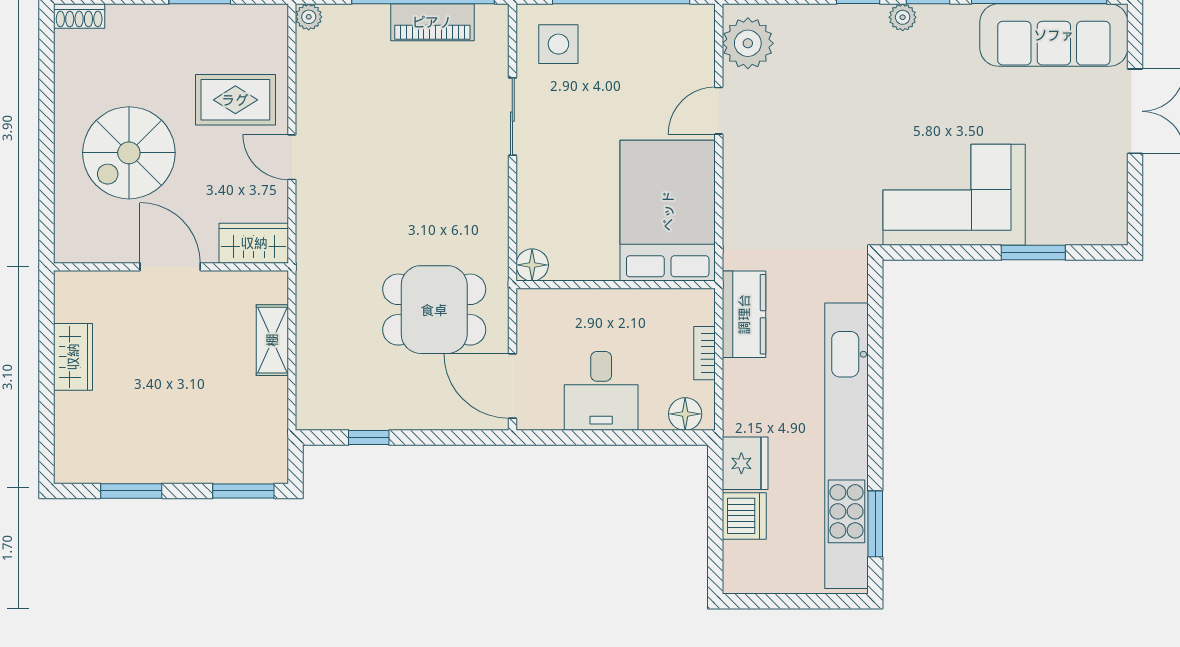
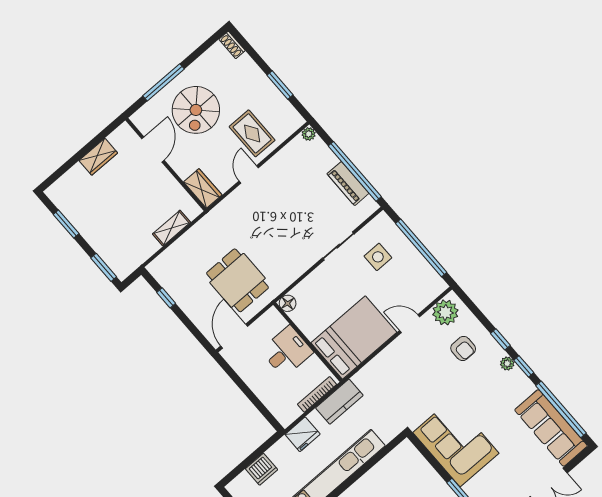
side table: (558, 44) -> (378, 257), moved
armchair: (824, 63) -> (463, 348), added
spiral stairs: (129, 153) -> (196, 110), turned -90
window: (46, 165) -> (163, 82), added
door: (170, 267) -> (153, 149), moved
bookcase: (704, 353) -> (317, 394), width x1.56
desk: (601, 391) -> (287, 351), moved, turned 180
floor lamp: (685, 414) -> (281, 412), removed
fridge: (745, 463) -> (303, 434), moved

